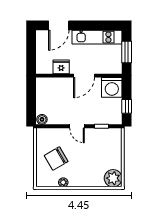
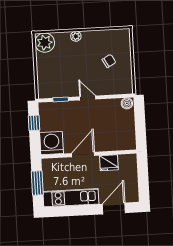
chair: (56, 158) -> (109, 61), width x0.54, depth x0.54
plant: (63, 182) -> (76, 36), moved

